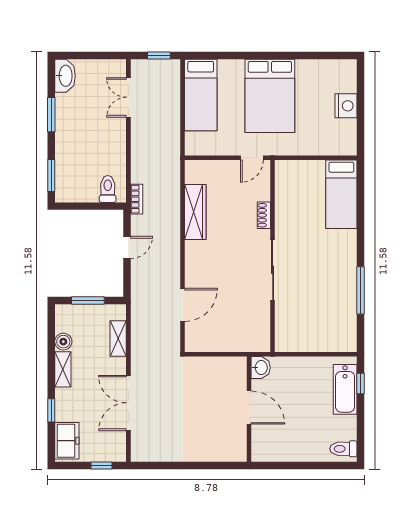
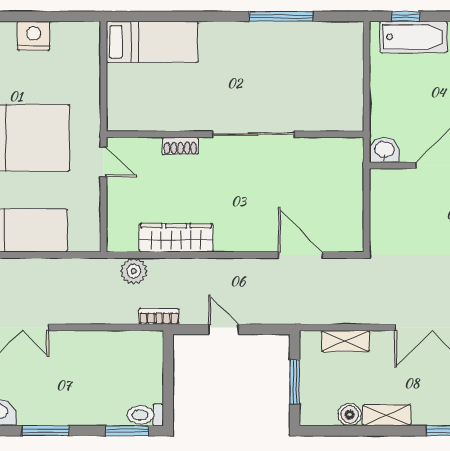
plant: (170, 180) -> (134, 271), added
toilet: (108, 189) -> (145, 415), moved

